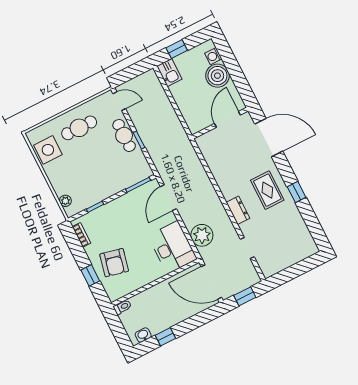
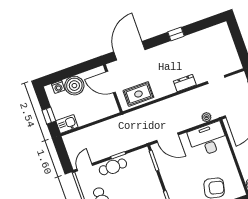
rug: (267, 190) -> (138, 94), moved
plant: (202, 235) -> (206, 117), width x0.53, depth x0.53

